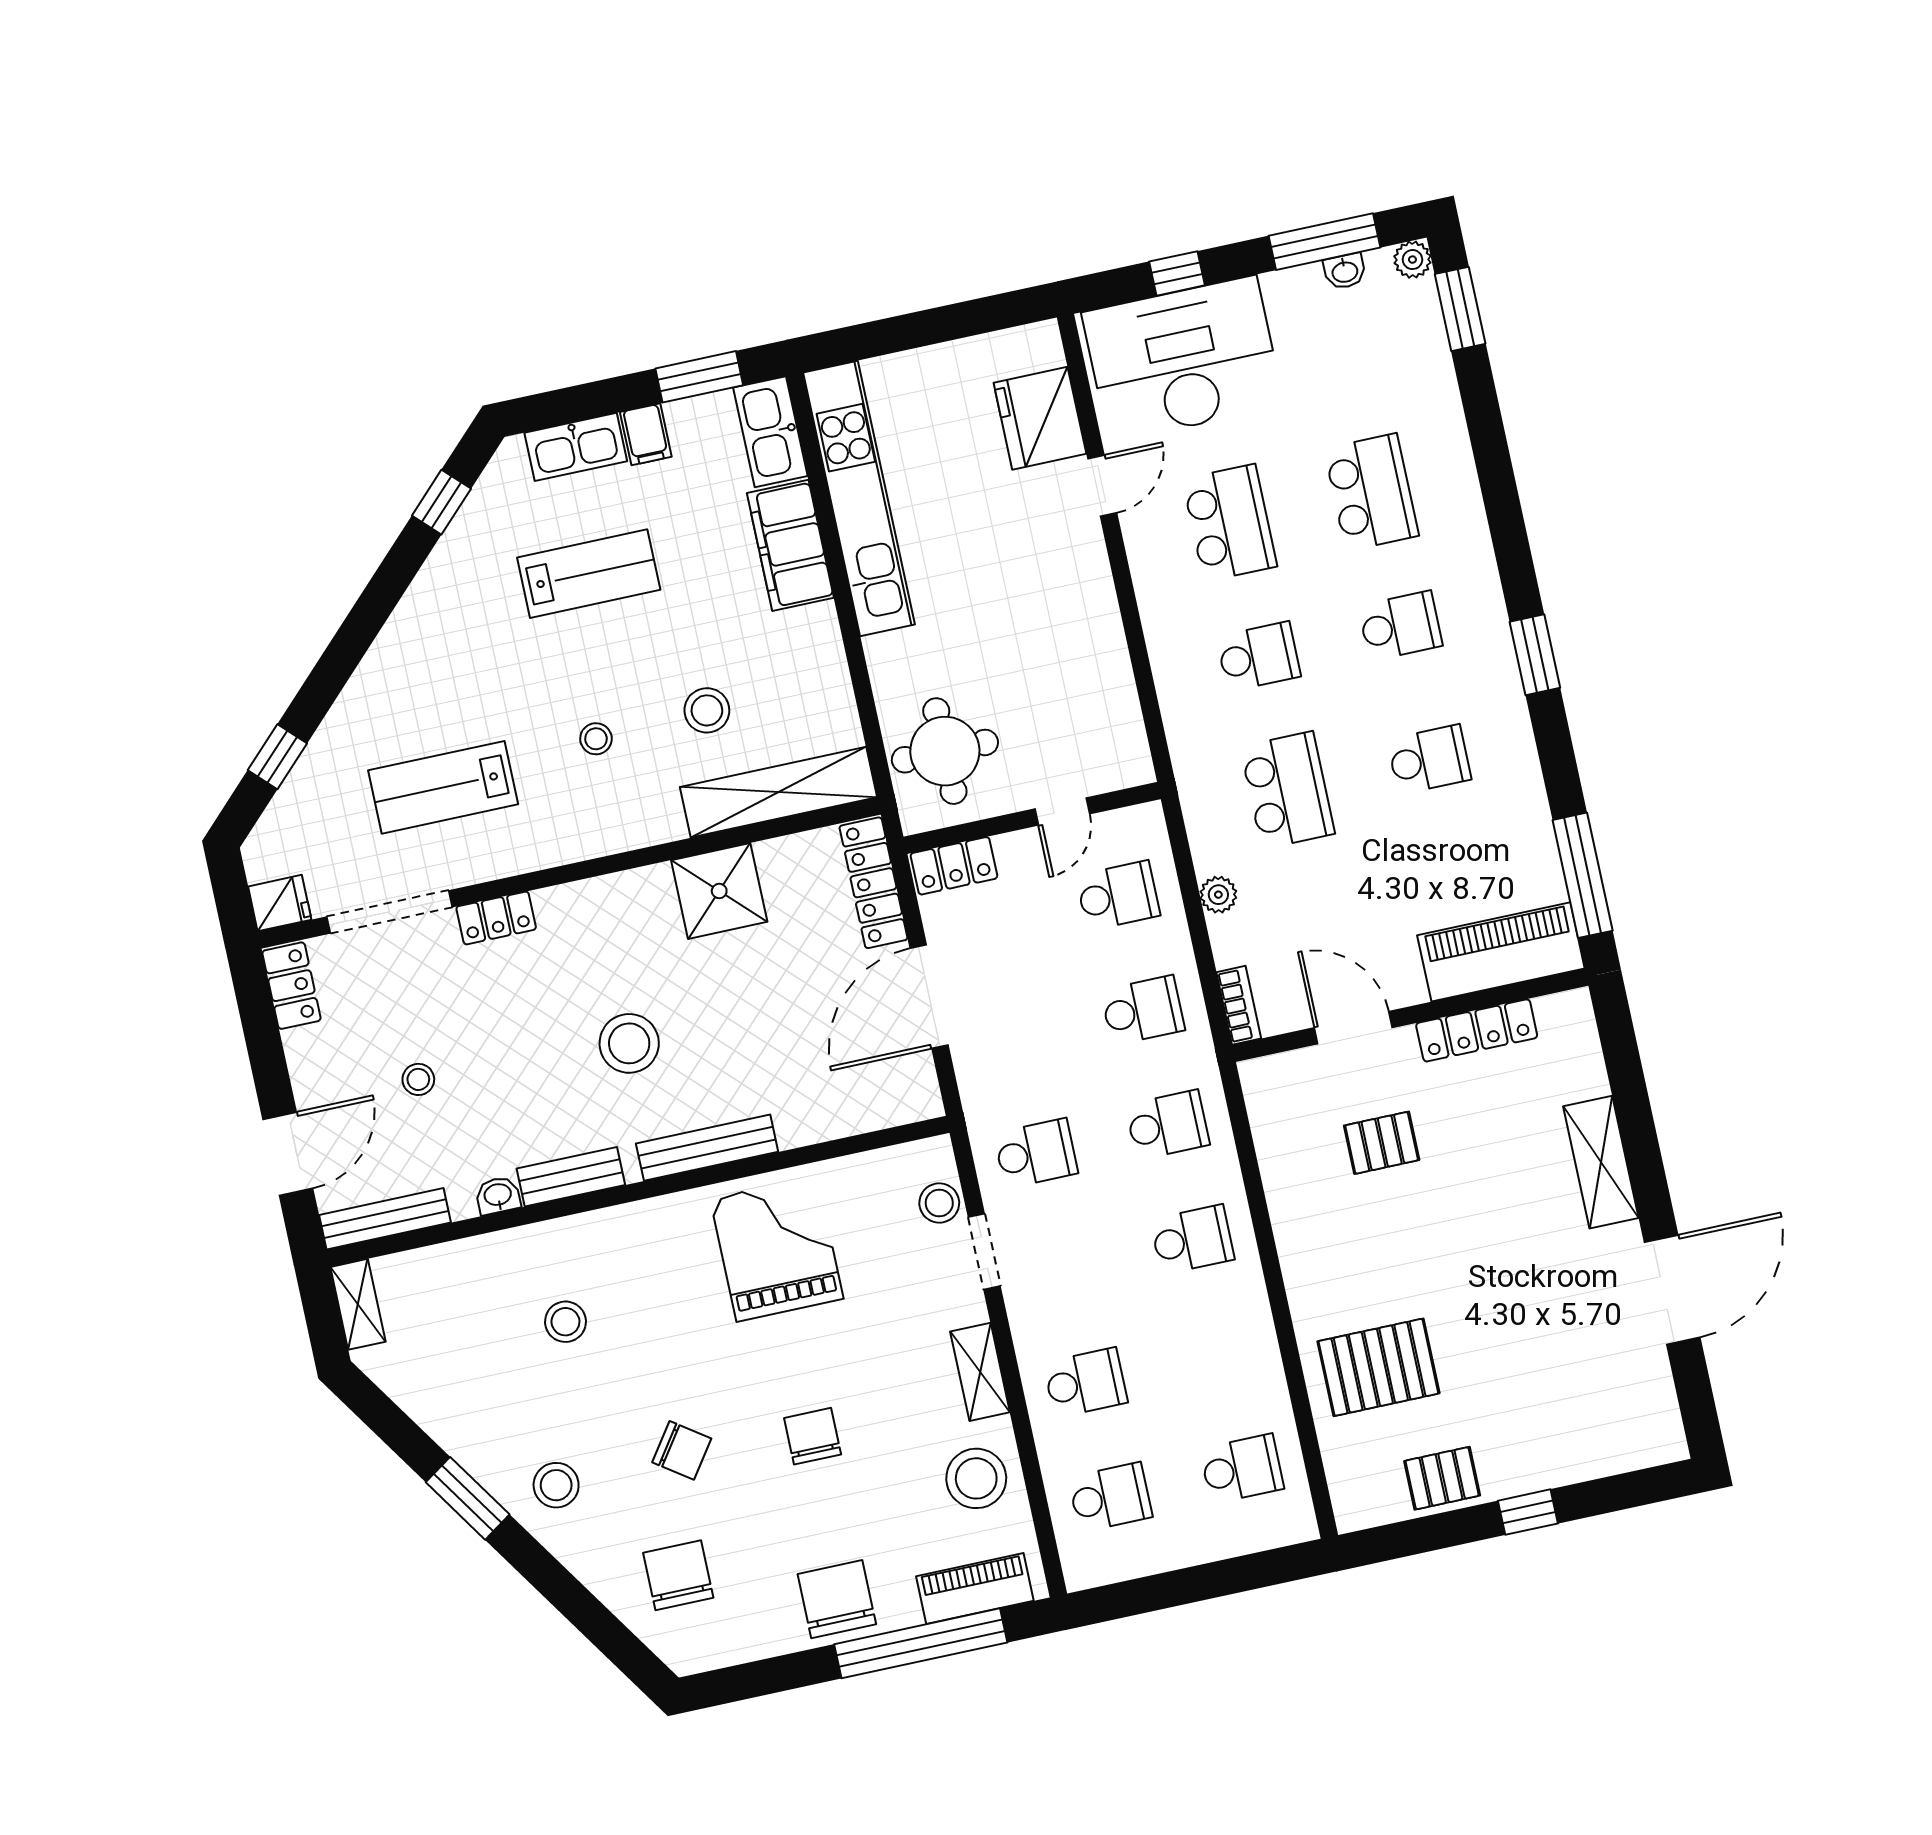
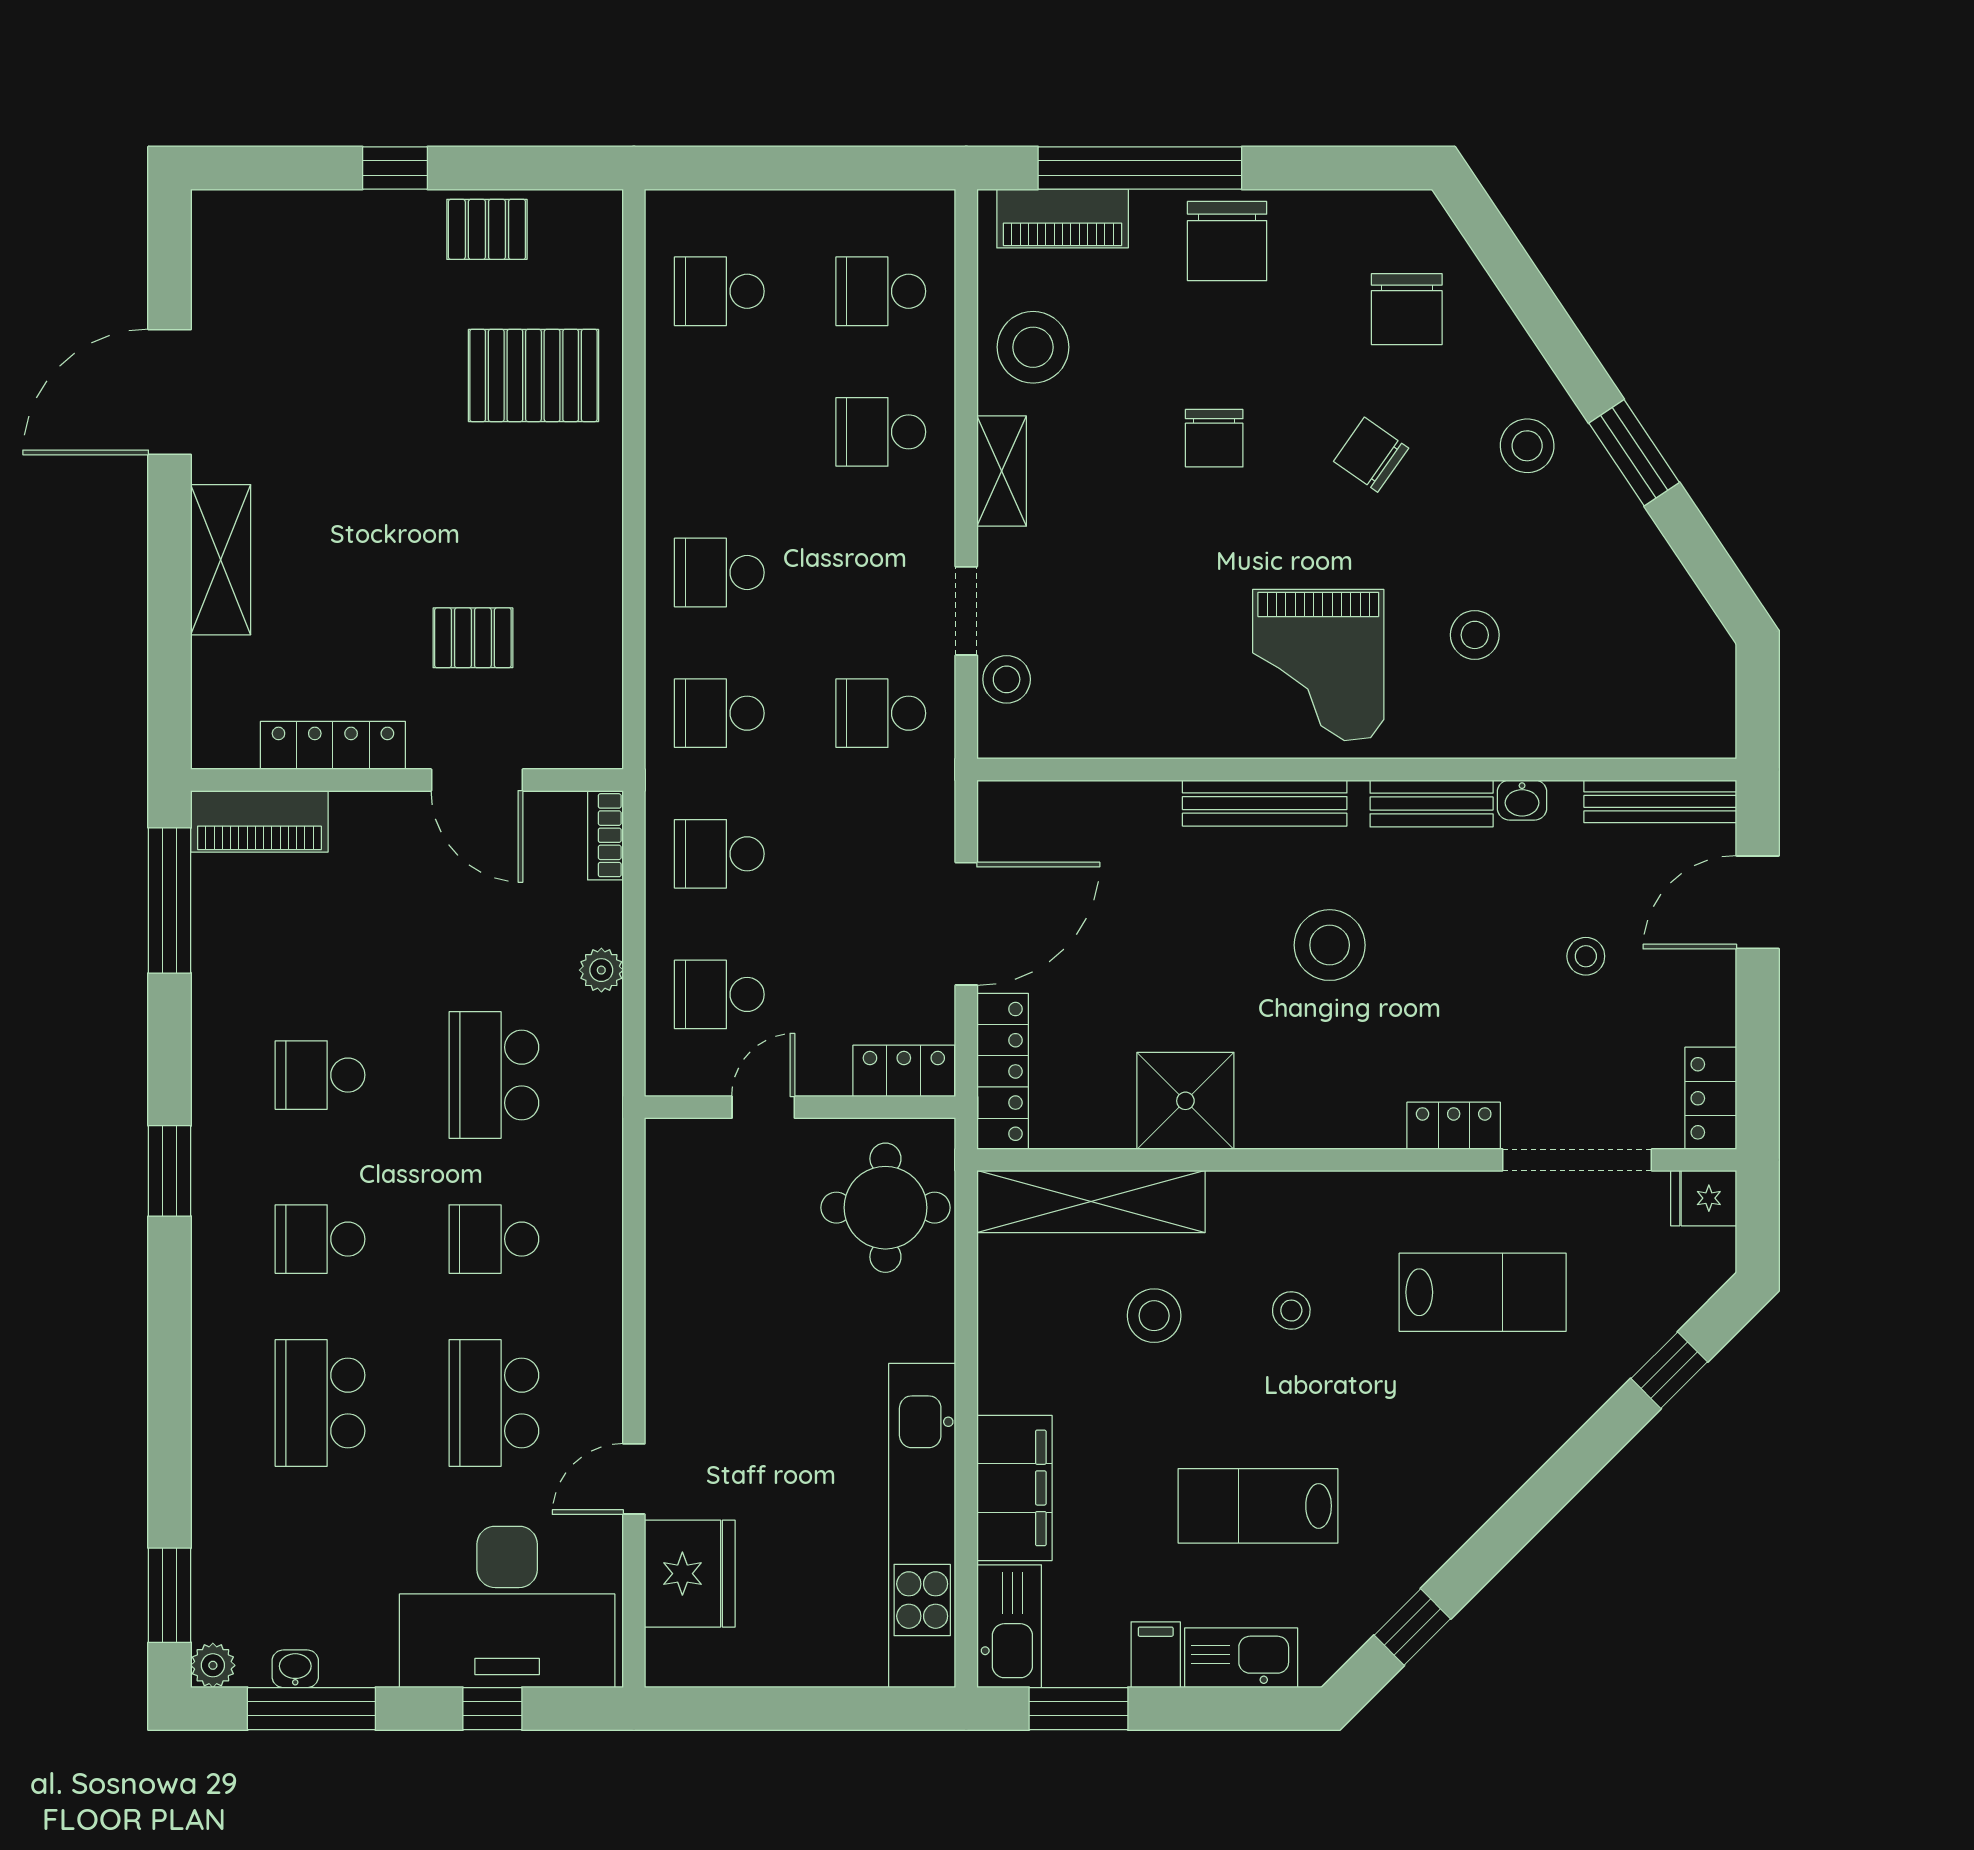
piano: (1501, 952) -> (259, 821), width x0.73, depth x0.75
grand piano: (777, 1249) -> (1318, 665), moved
shelving: (358, 1304) -> (1714, 708), removed

